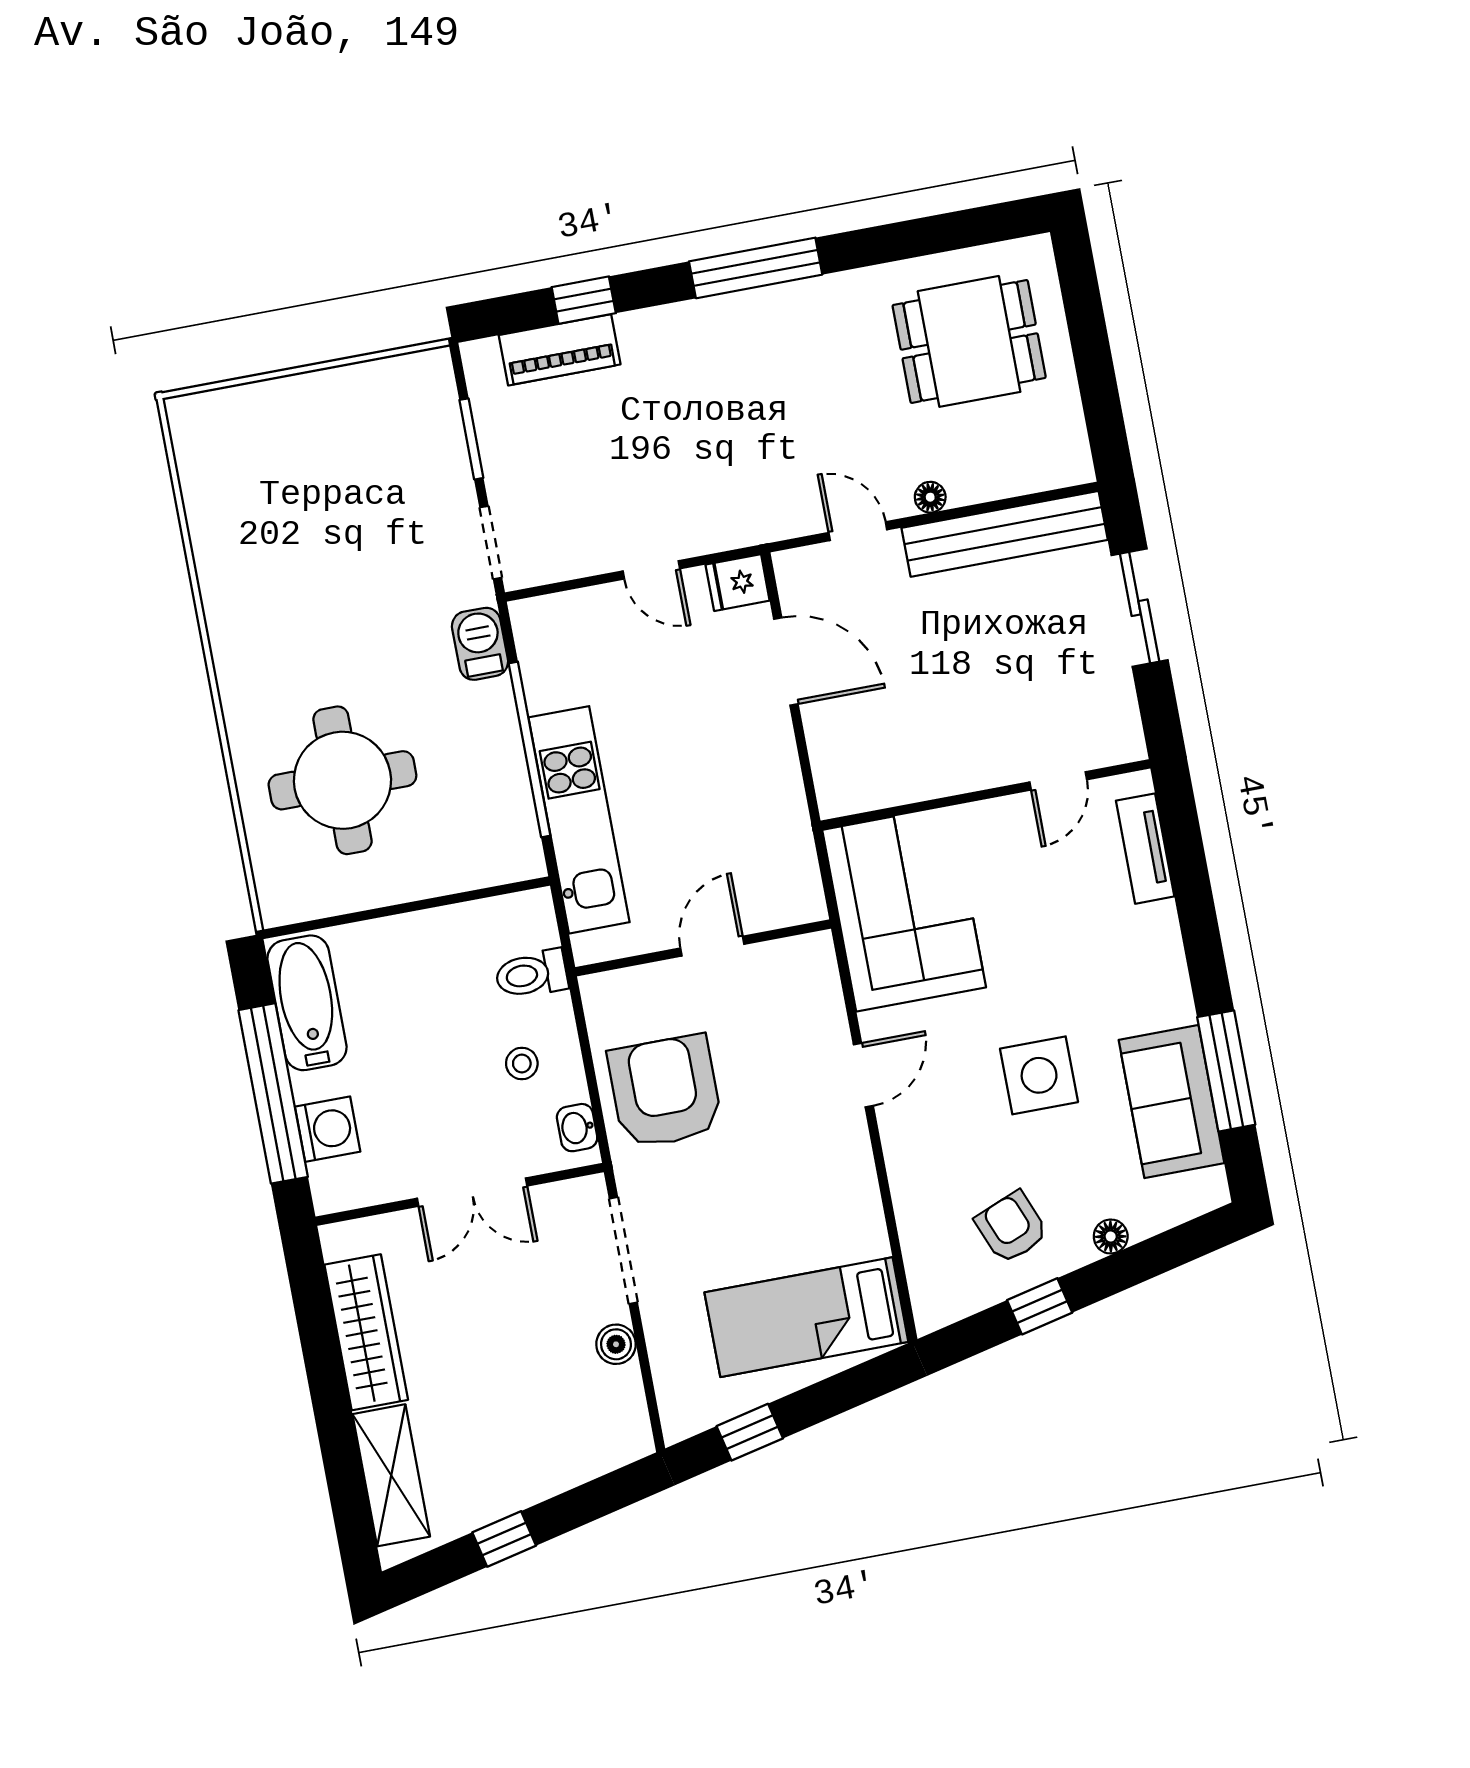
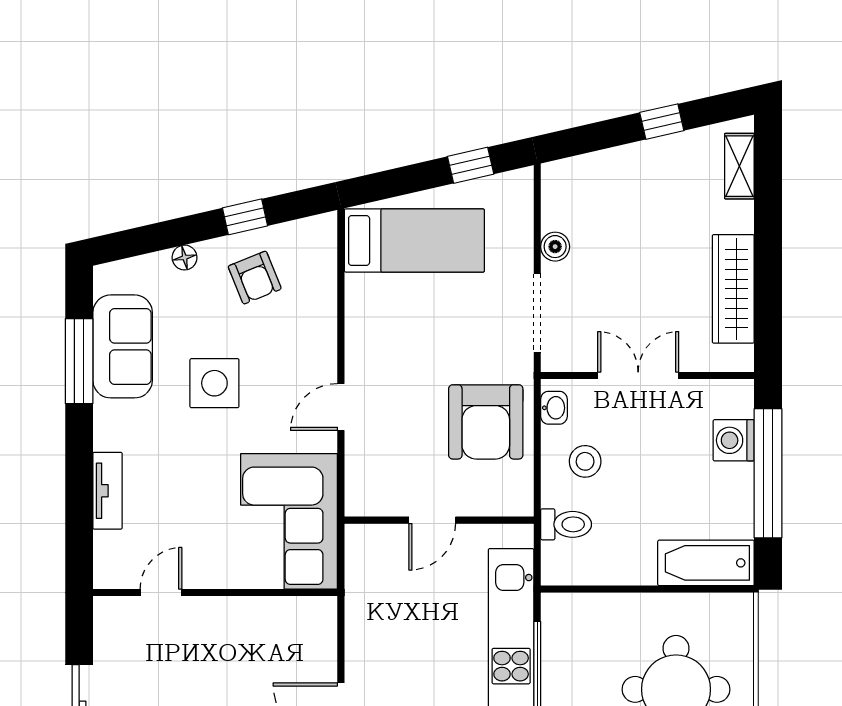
tv unit: (1145, 849) -> (108, 491), moved
bathtub: (307, 1003) -> (706, 563), moved, turned 90
stool: (522, 1063) -> (585, 461), width x1.37, depth x1.37
shelving: (391, 1475) -> (739, 166), width x0.67, depth x0.75

